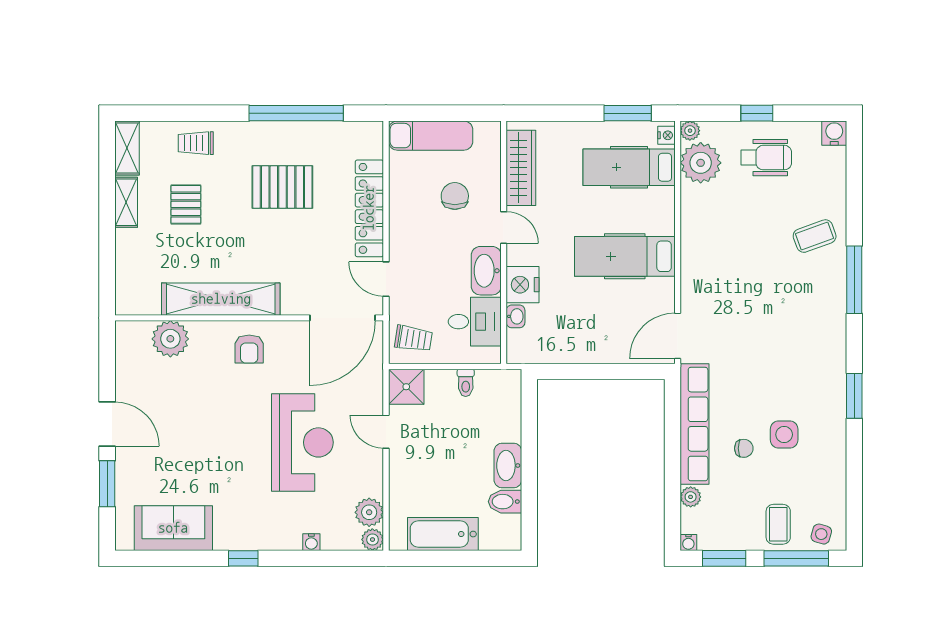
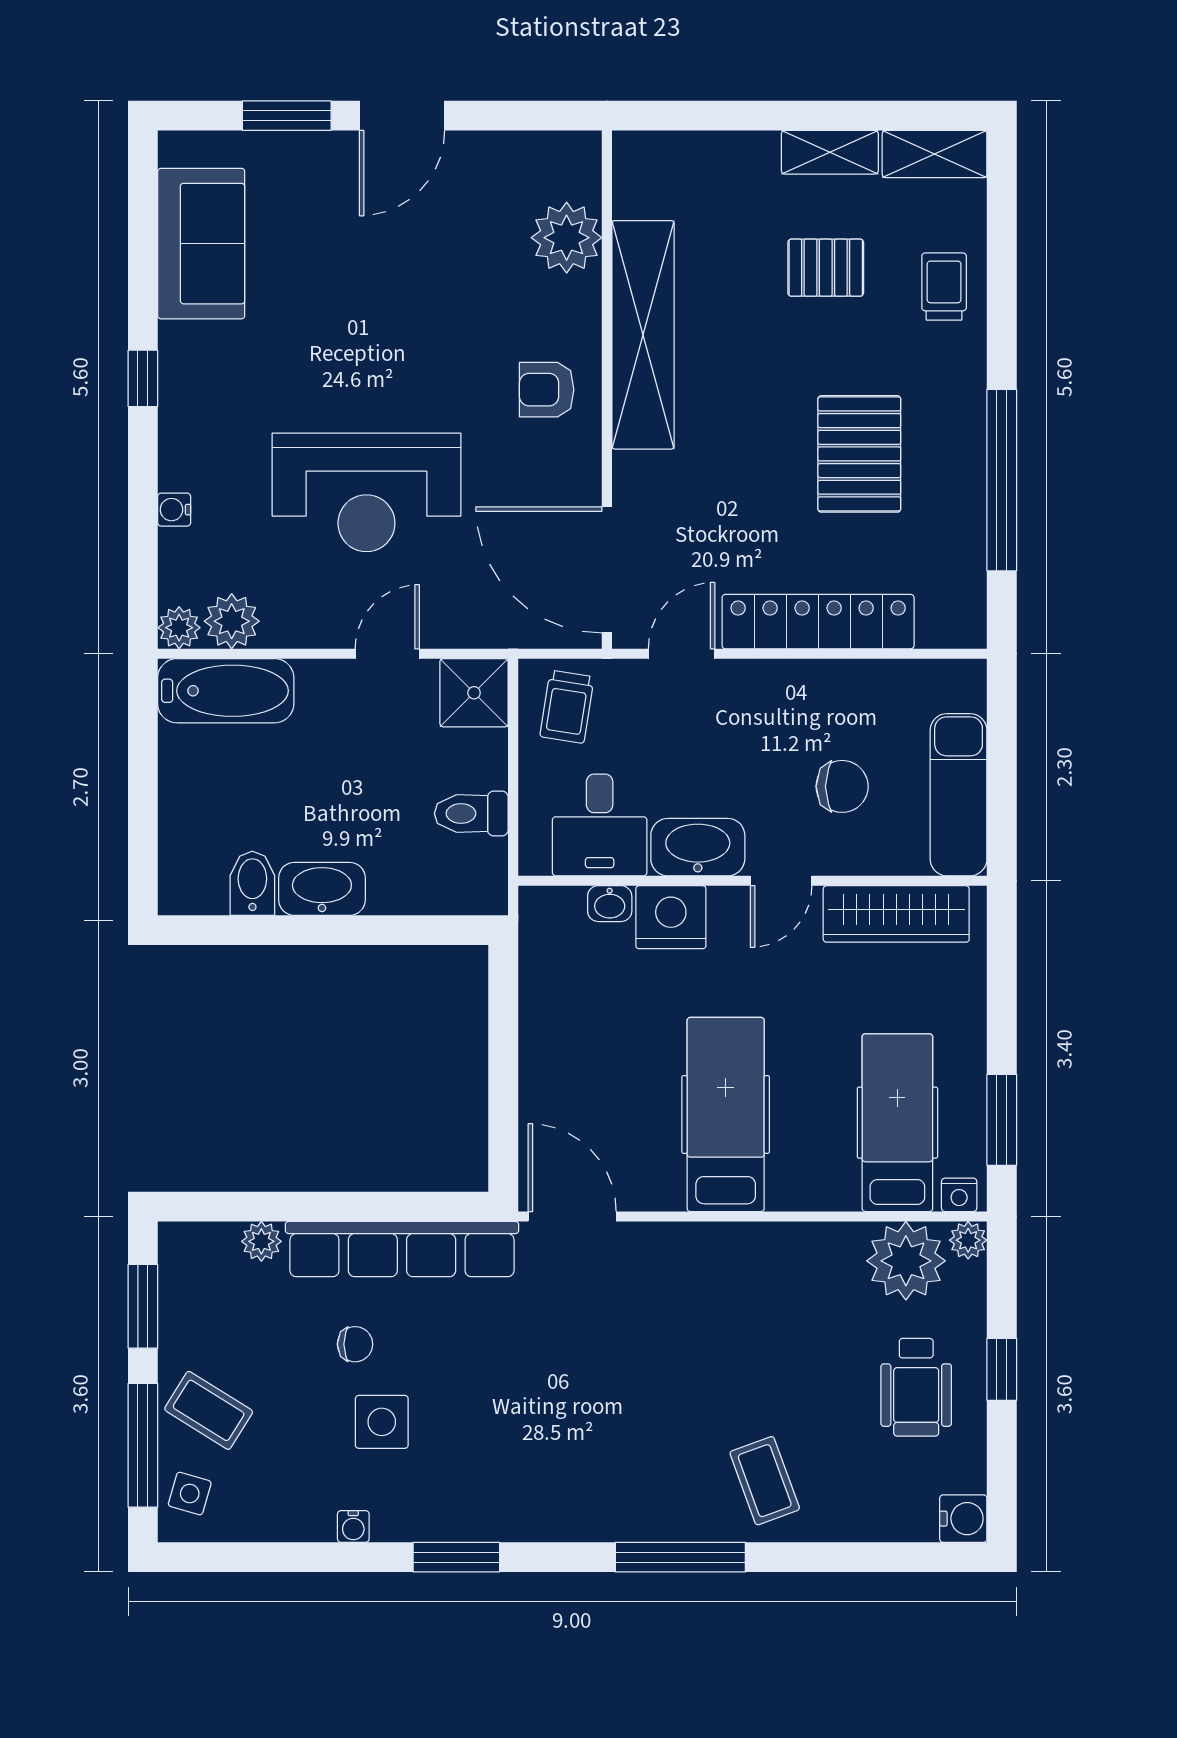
exam couch: (431, 136) -> (959, 795), moved
toilet: (466, 383) -> (471, 814), width x1.37, depth x1.39
chair: (744, 448) -> (355, 1344), turned -90
coffee table: (778, 524) -> (209, 1410), turned 32
bathtub: (443, 534) -> (226, 691), moved, turned 90
water cooler: (688, 542) -> (353, 1526), moved, turned -90

